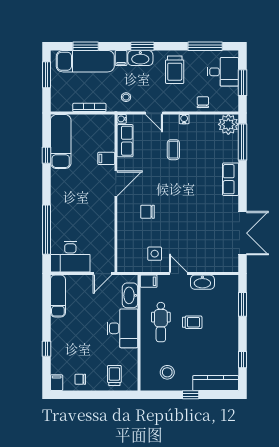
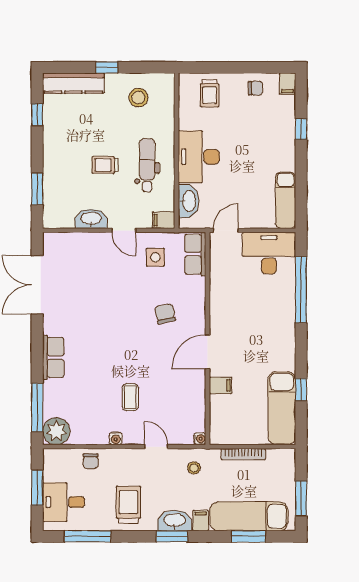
row of seats: (125, 141) -> (195, 254), moved
chair: (148, 212) -> (165, 314), turned -102

